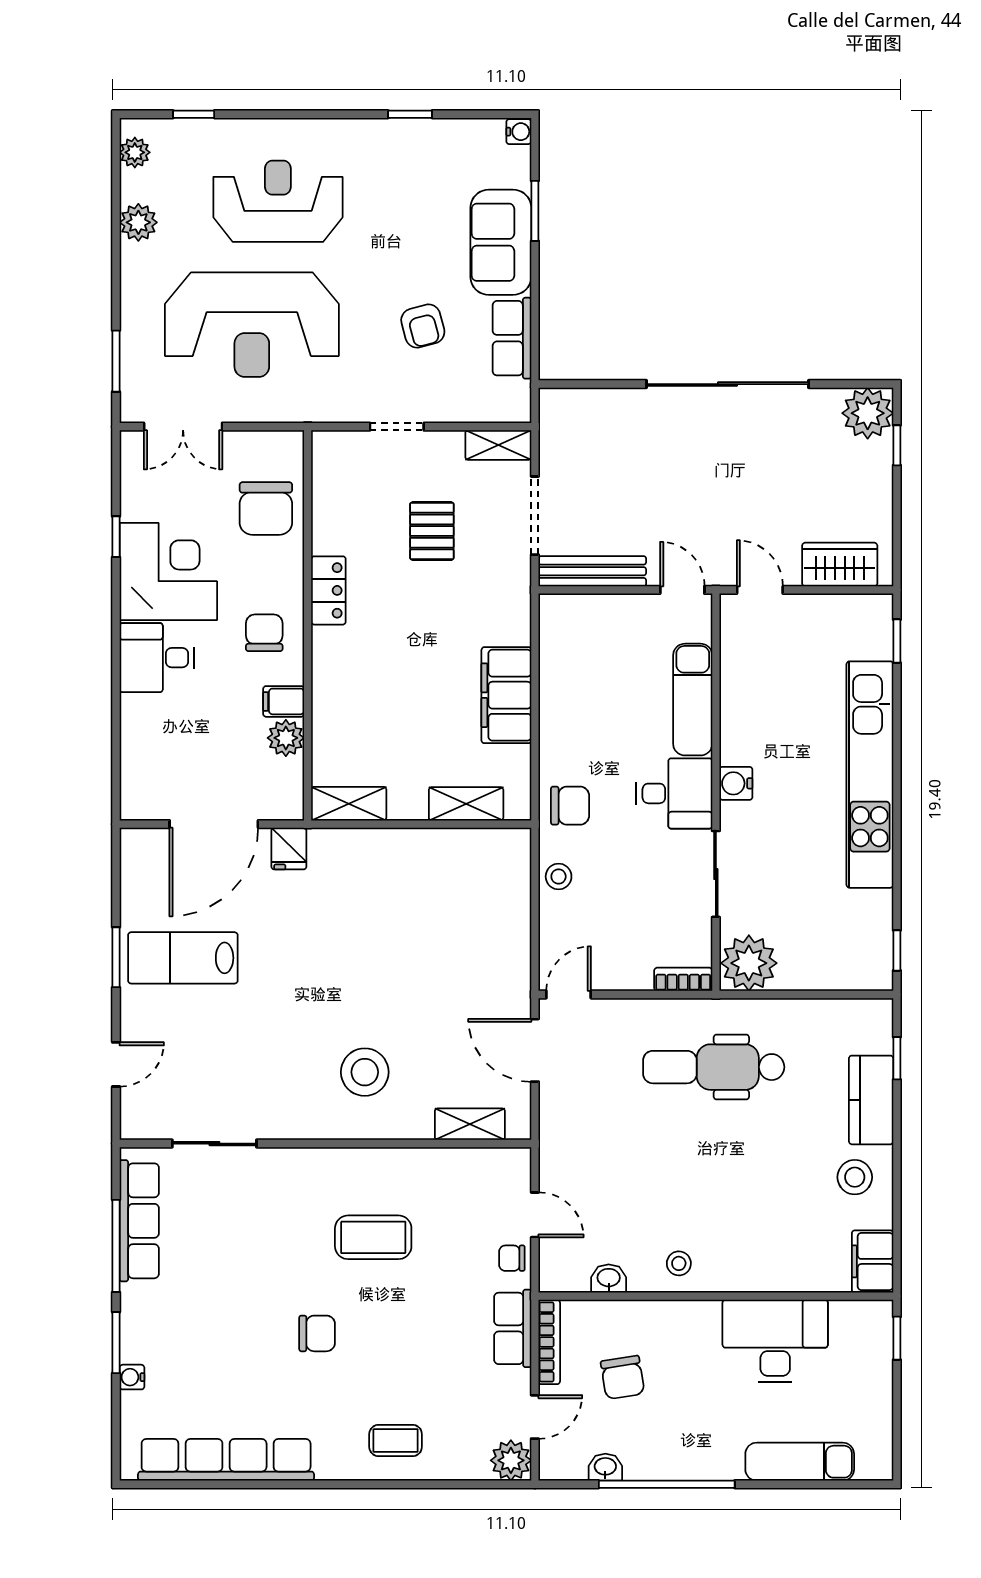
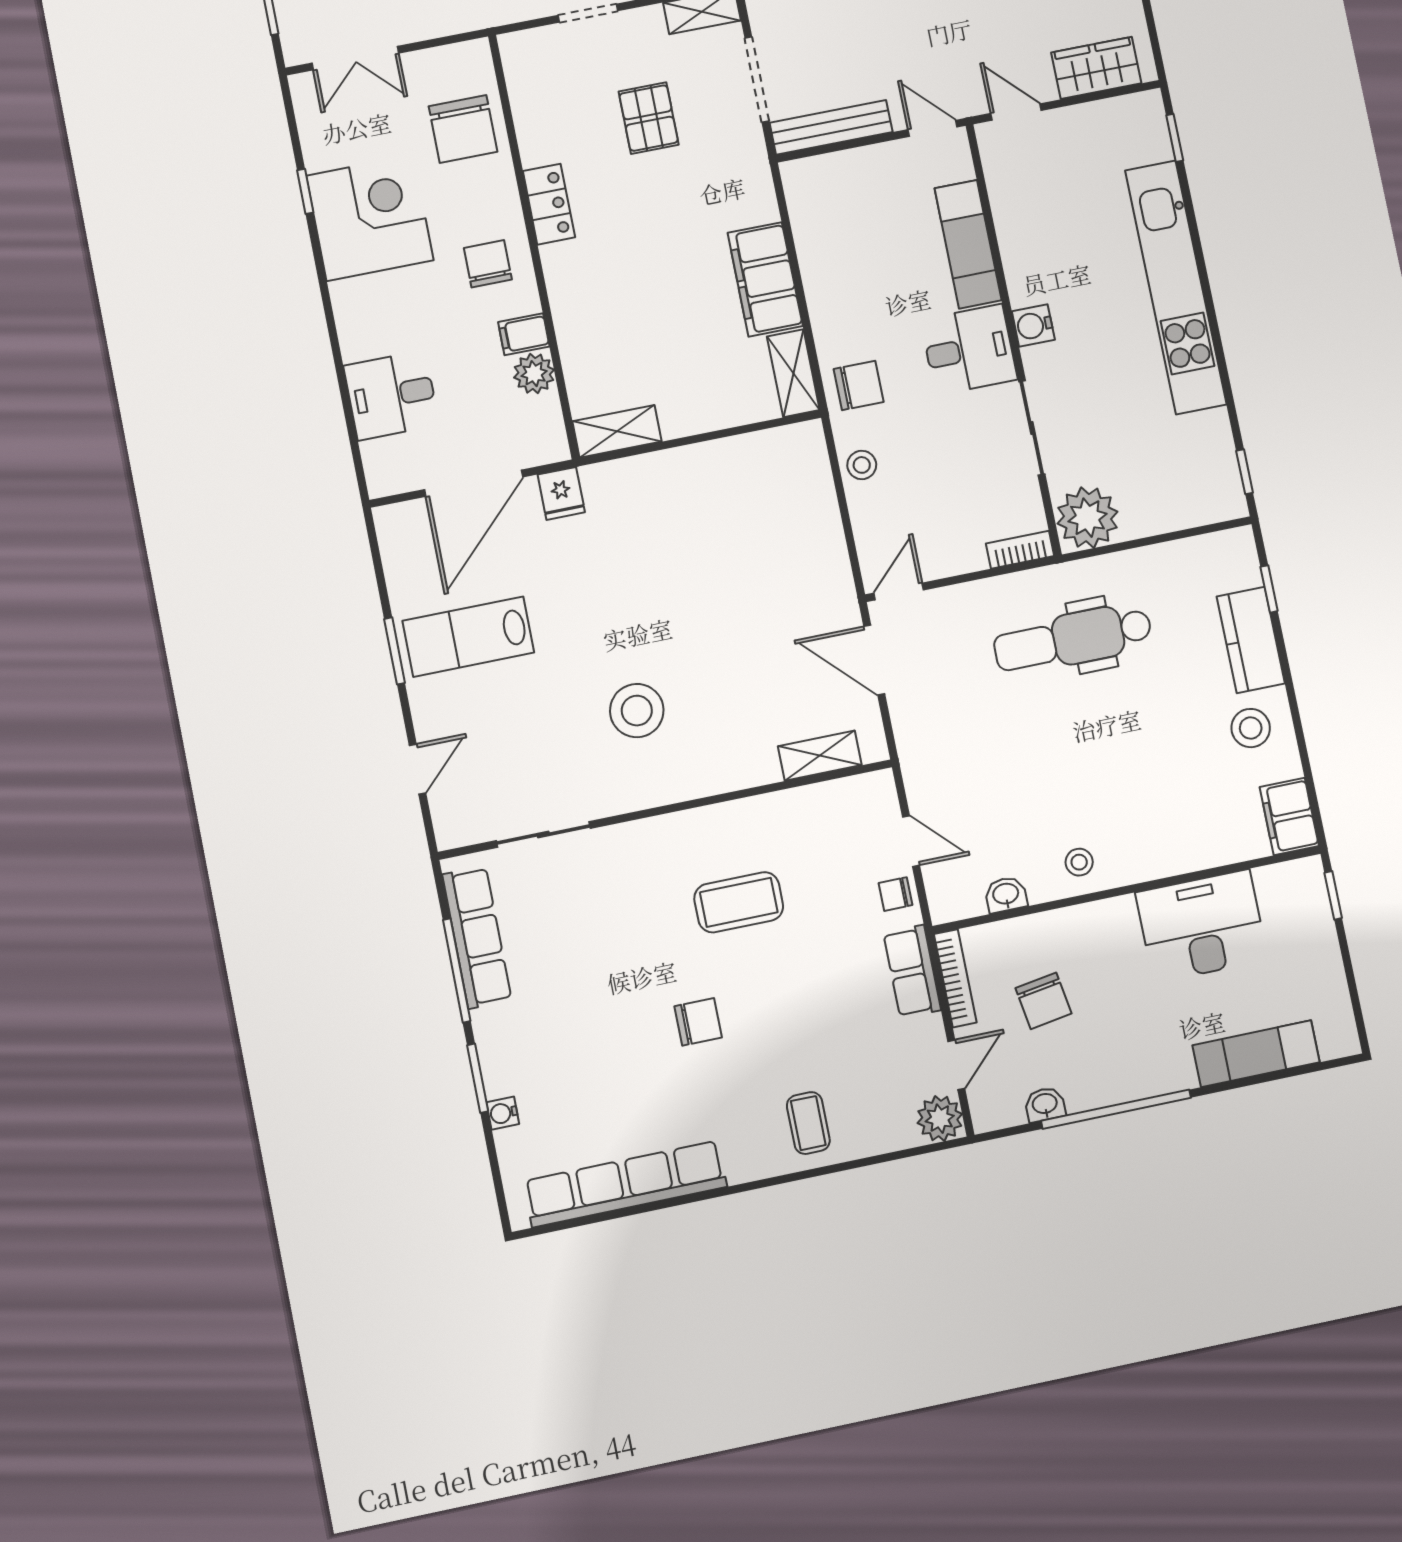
desk: (157, 658) -> (391, 395), moved
shelving: (466, 804) -> (793, 373), moved, turned 90
stool: (365, 1072) -> (637, 711), moved
coffee table: (396, 1441) -> (808, 1123), turned 90

